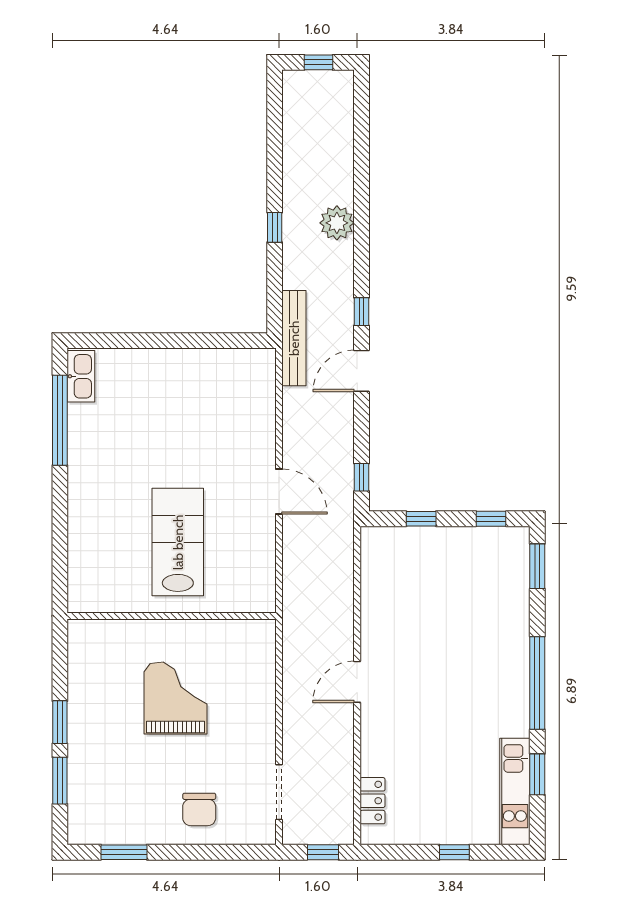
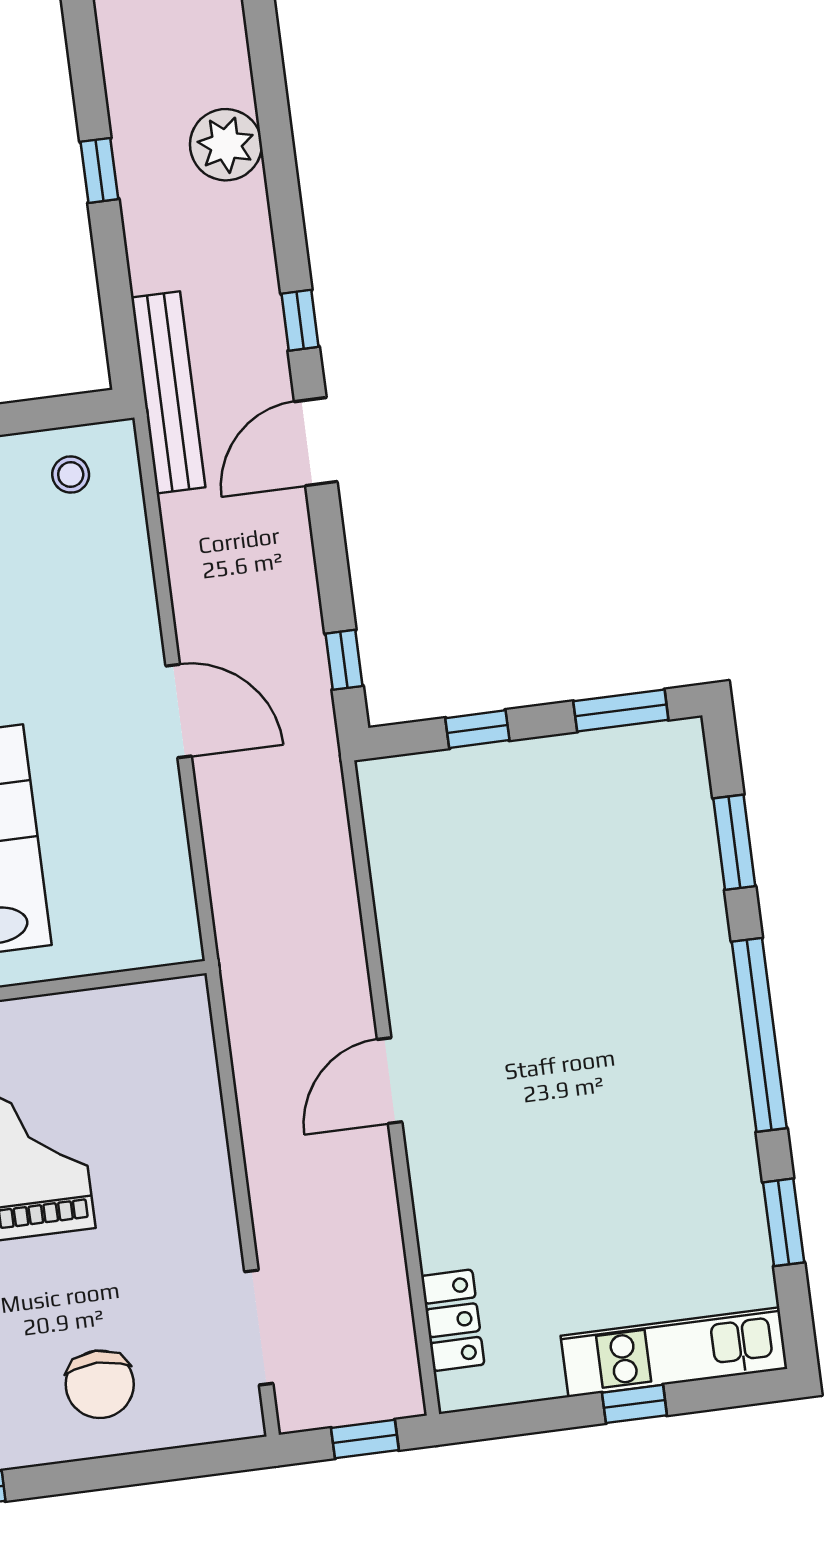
stool: (242, 371) -> (71, 475), added
window: (491, 519) -> (621, 710), width x1.50
window: (537, 566) -> (734, 842), moved
kitchen unit: (515, 792) -> (674, 1352), moved, turned 90

